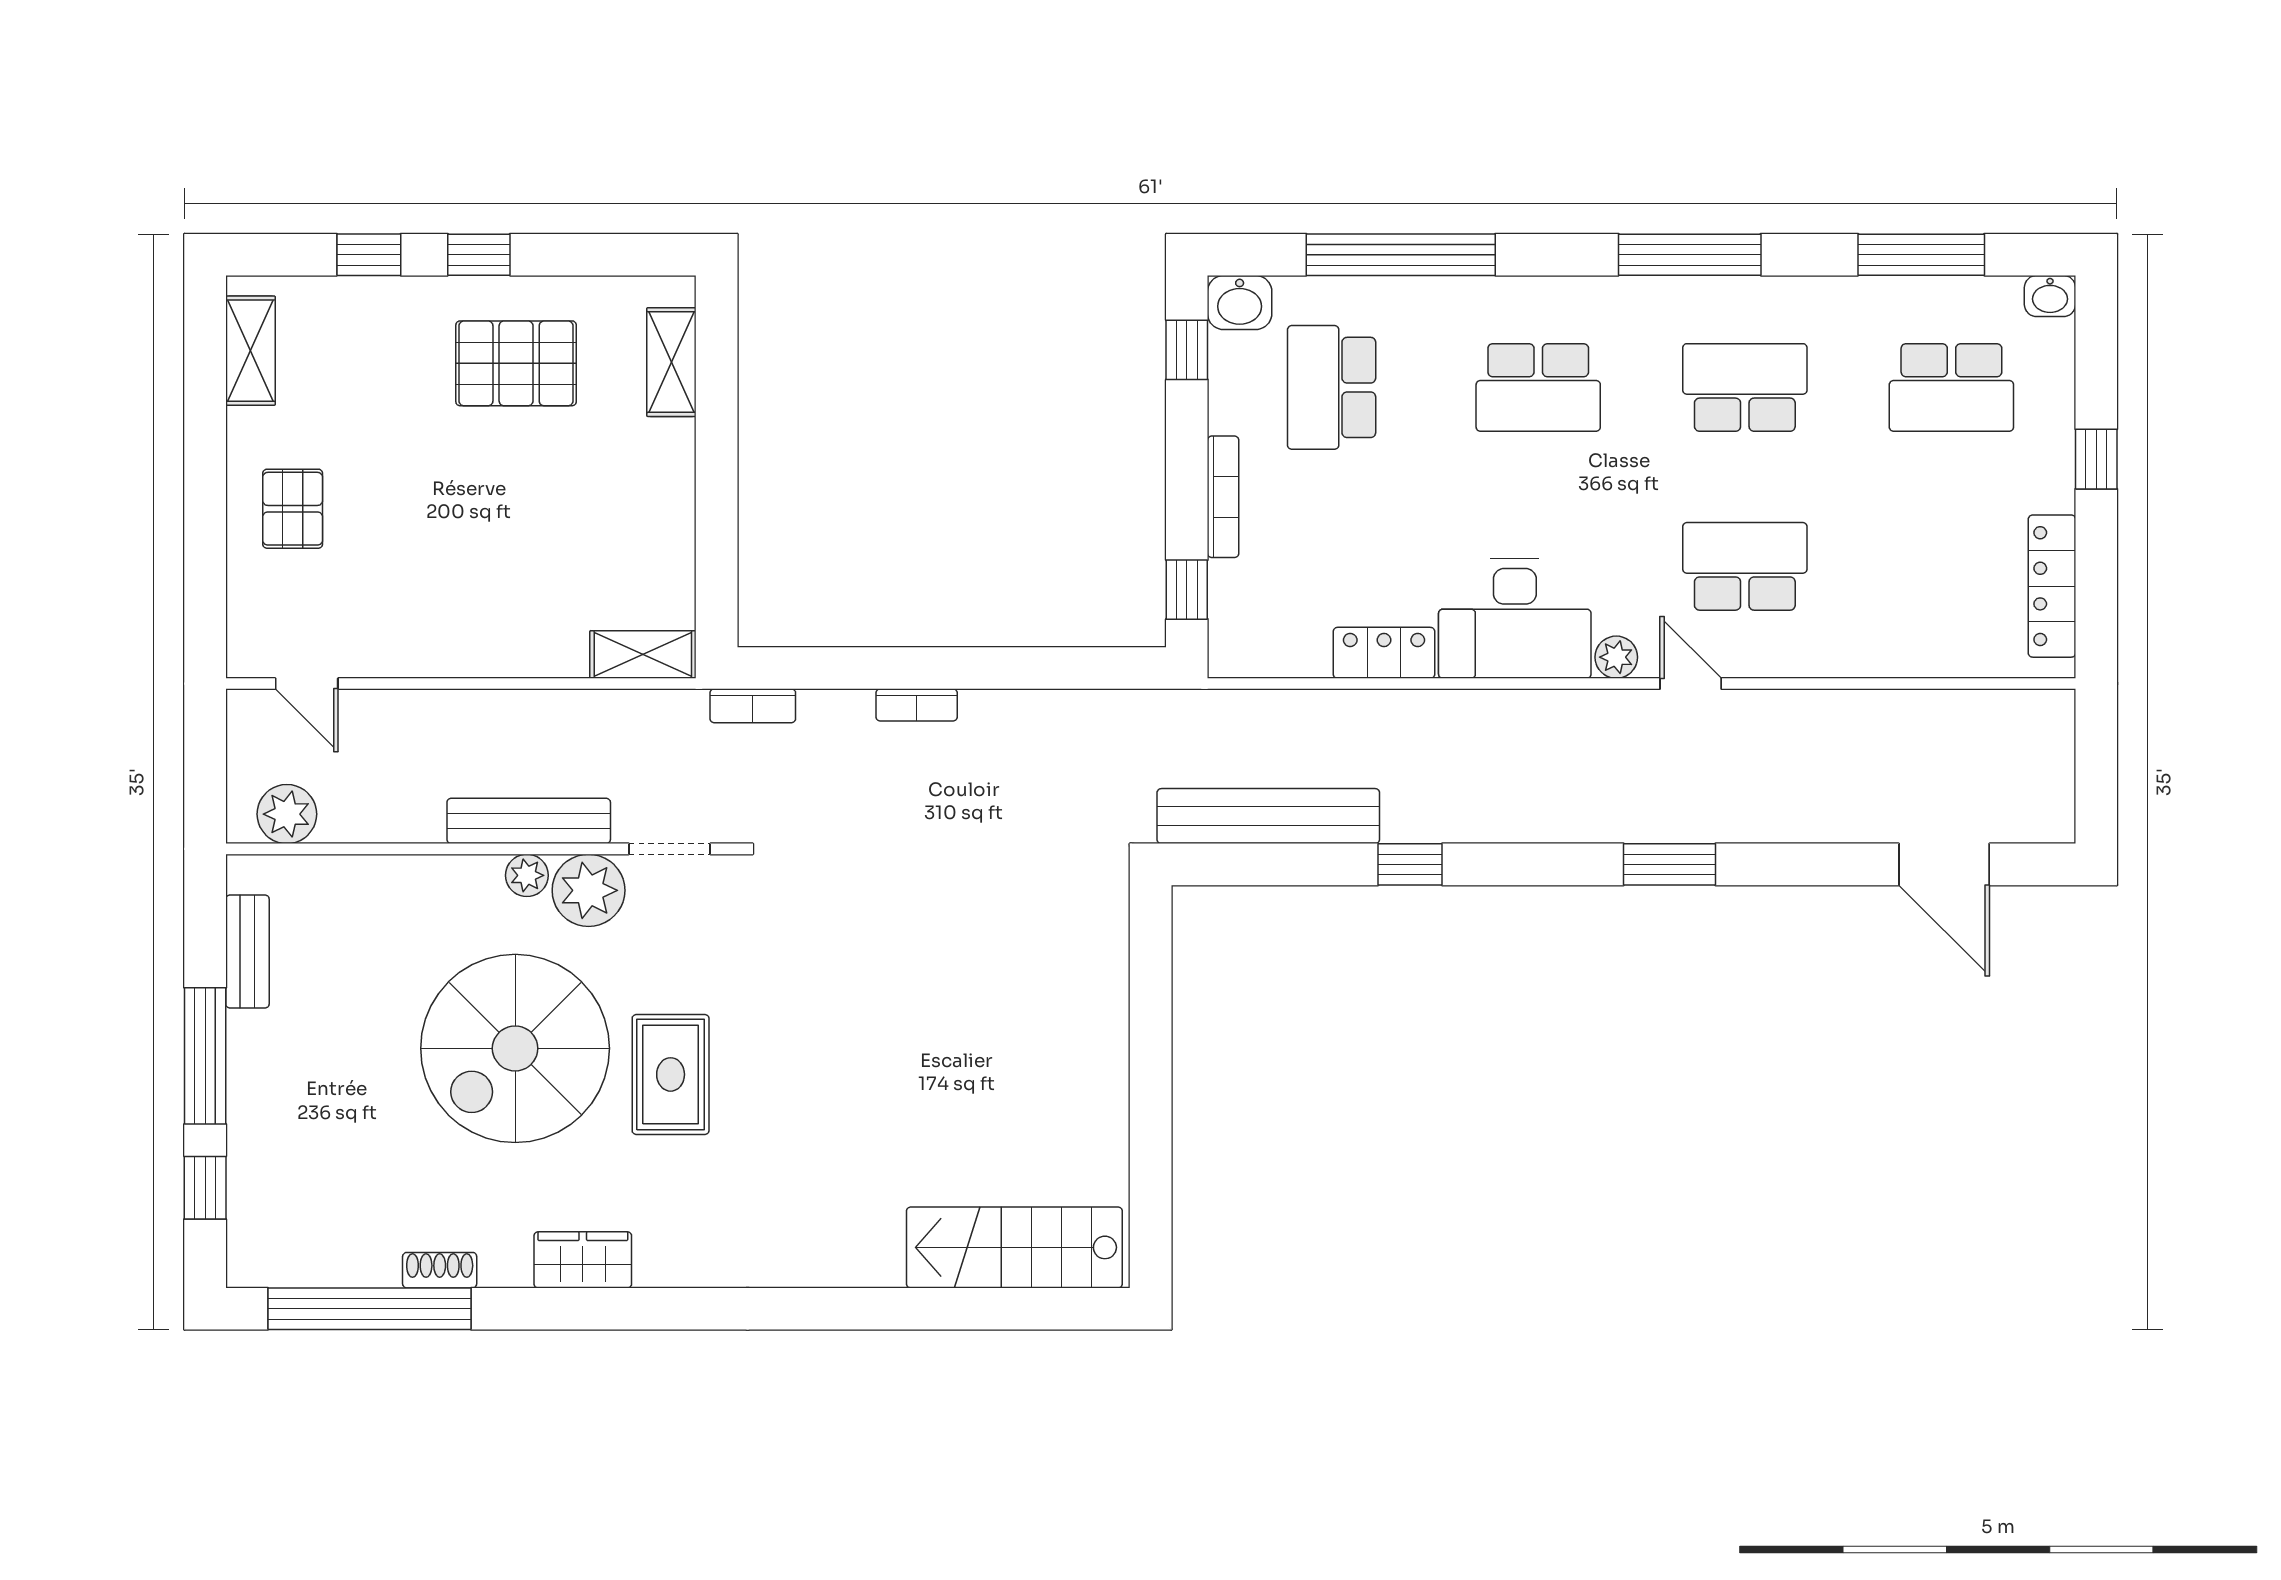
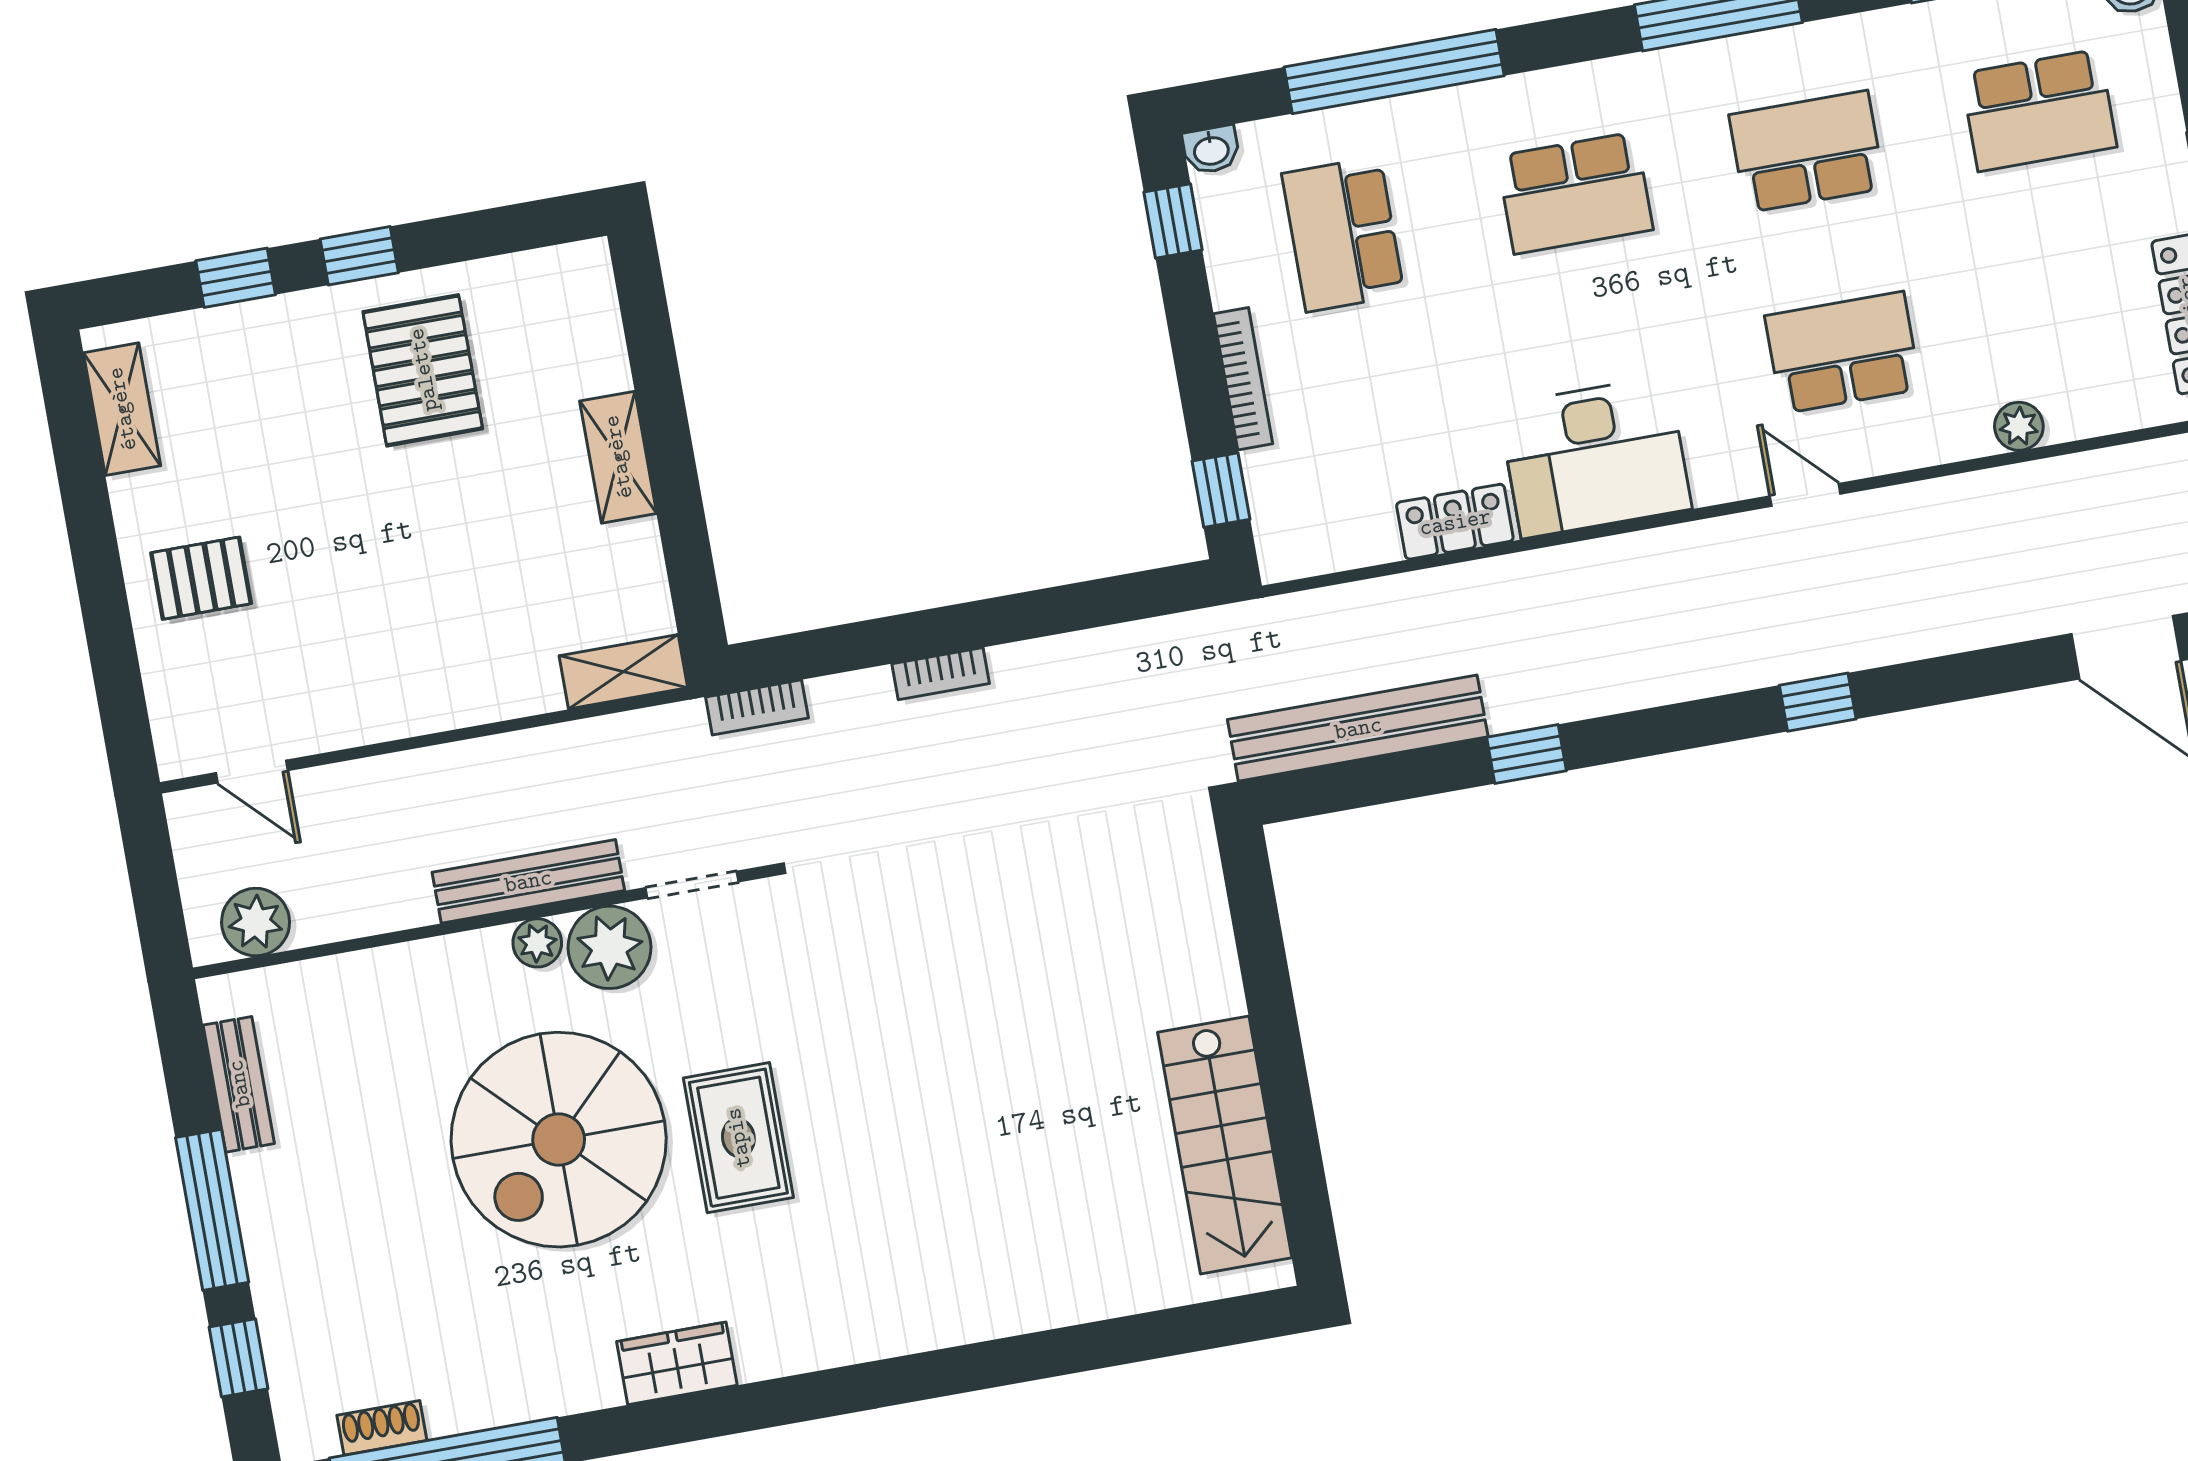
washbasin: (1240, 303) -> (1211, 150), width x0.72, depth x0.69
shelving: (671, 362) -> (618, 457), moved
pallet: (516, 363) -> (423, 370), turned 90
pallet: (293, 509) -> (201, 578), turned 90
plant: (1616, 657) -> (2019, 426), moved
window: (1669, 864) -> (1818, 702), width x0.67
stairs: (1014, 1247) -> (1225, 1145), moved, turned -90
shoe rack: (440, 1270) -> (382, 1428), moved

